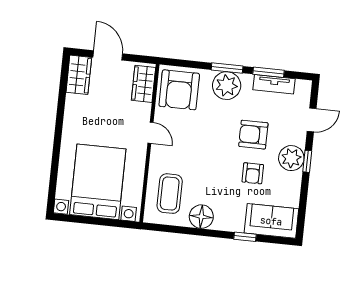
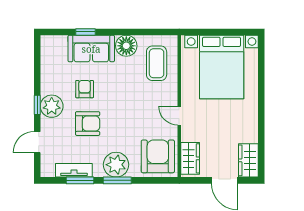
sofa: (271, 221) -> (91, 49), moved

